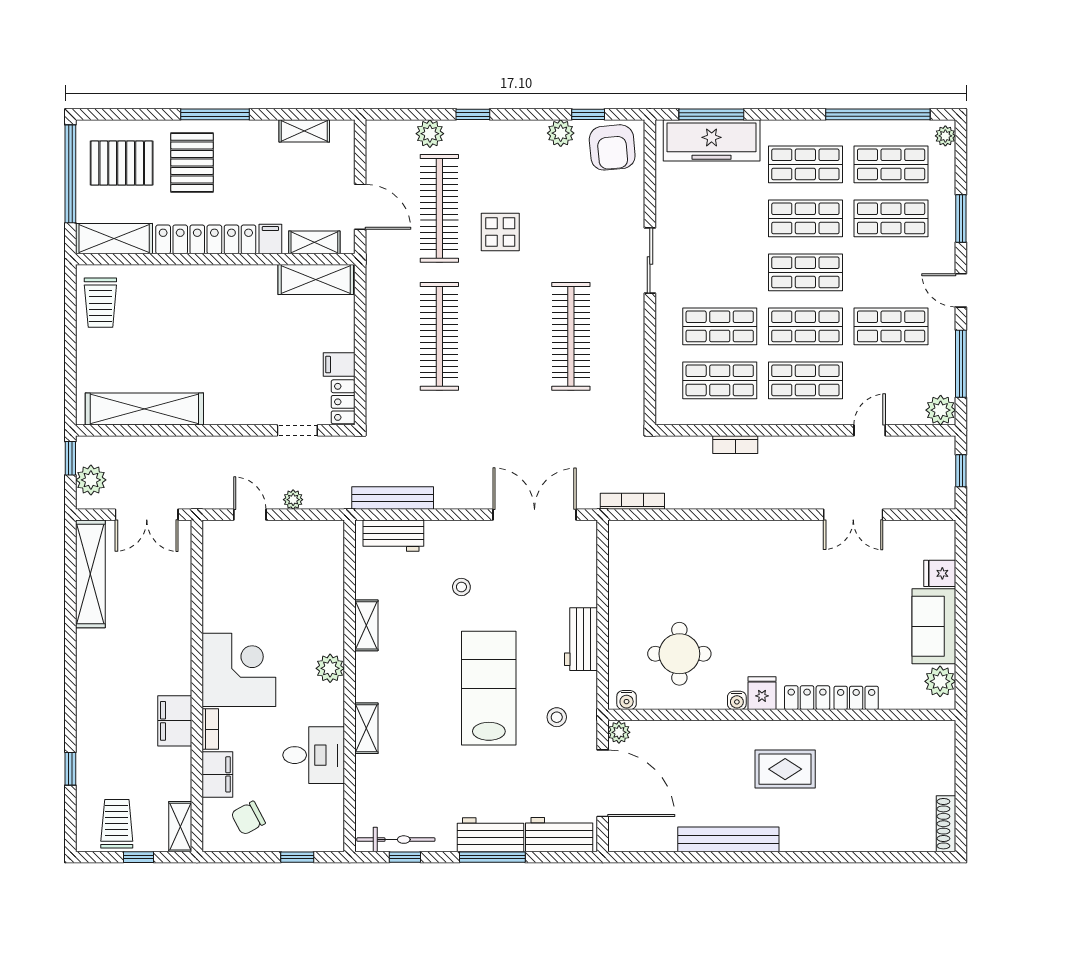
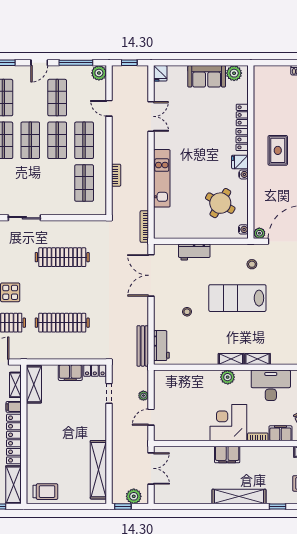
shop shelf: (720, 326) -> (57, 183), removed
filing cabinet: (339, 365) -> (70, 373), width x2.00
kitchen unit: (729, 536) -> (162, 178), added
fridge: (940, 573) -> (160, 73), moved
shelving: (90, 574) -> (239, 497), moved
shelving: (366, 625) -> (231, 359), moved
workbench: (581, 639) -> (194, 252), moved
round table: (679, 654) -> (220, 203), turned 30
filing cabinet: (175, 721) -> (227, 455), moved
desk: (314, 755) -> (271, 385), width x1.37

